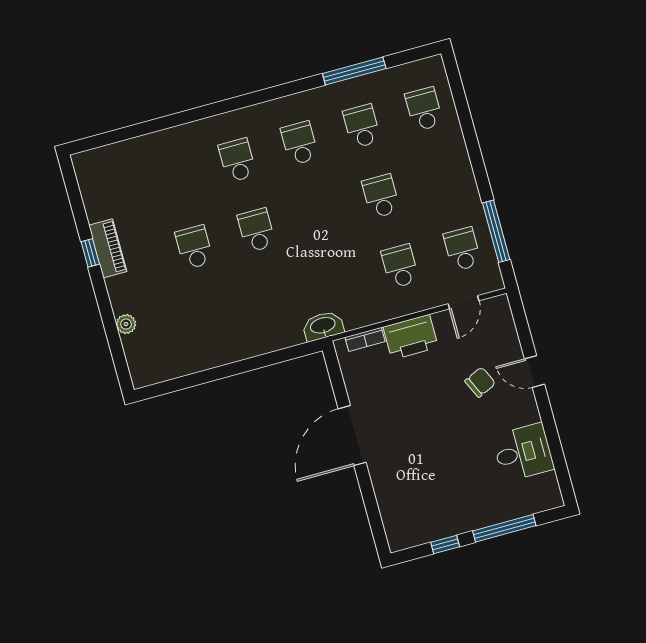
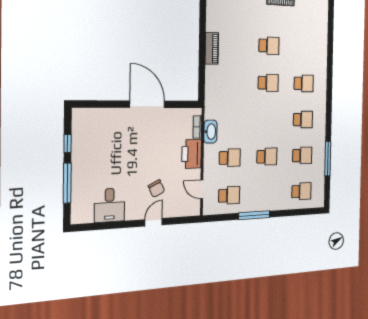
window: (496, 231) -> (254, 215), moved
washbasin: (323, 326) -> (210, 132), moved
piano: (231, 351) -> (212, 48), added

